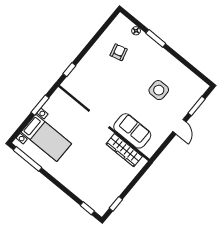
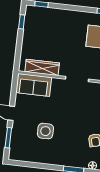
sofa: (132, 131) -> (34, 85), moved

